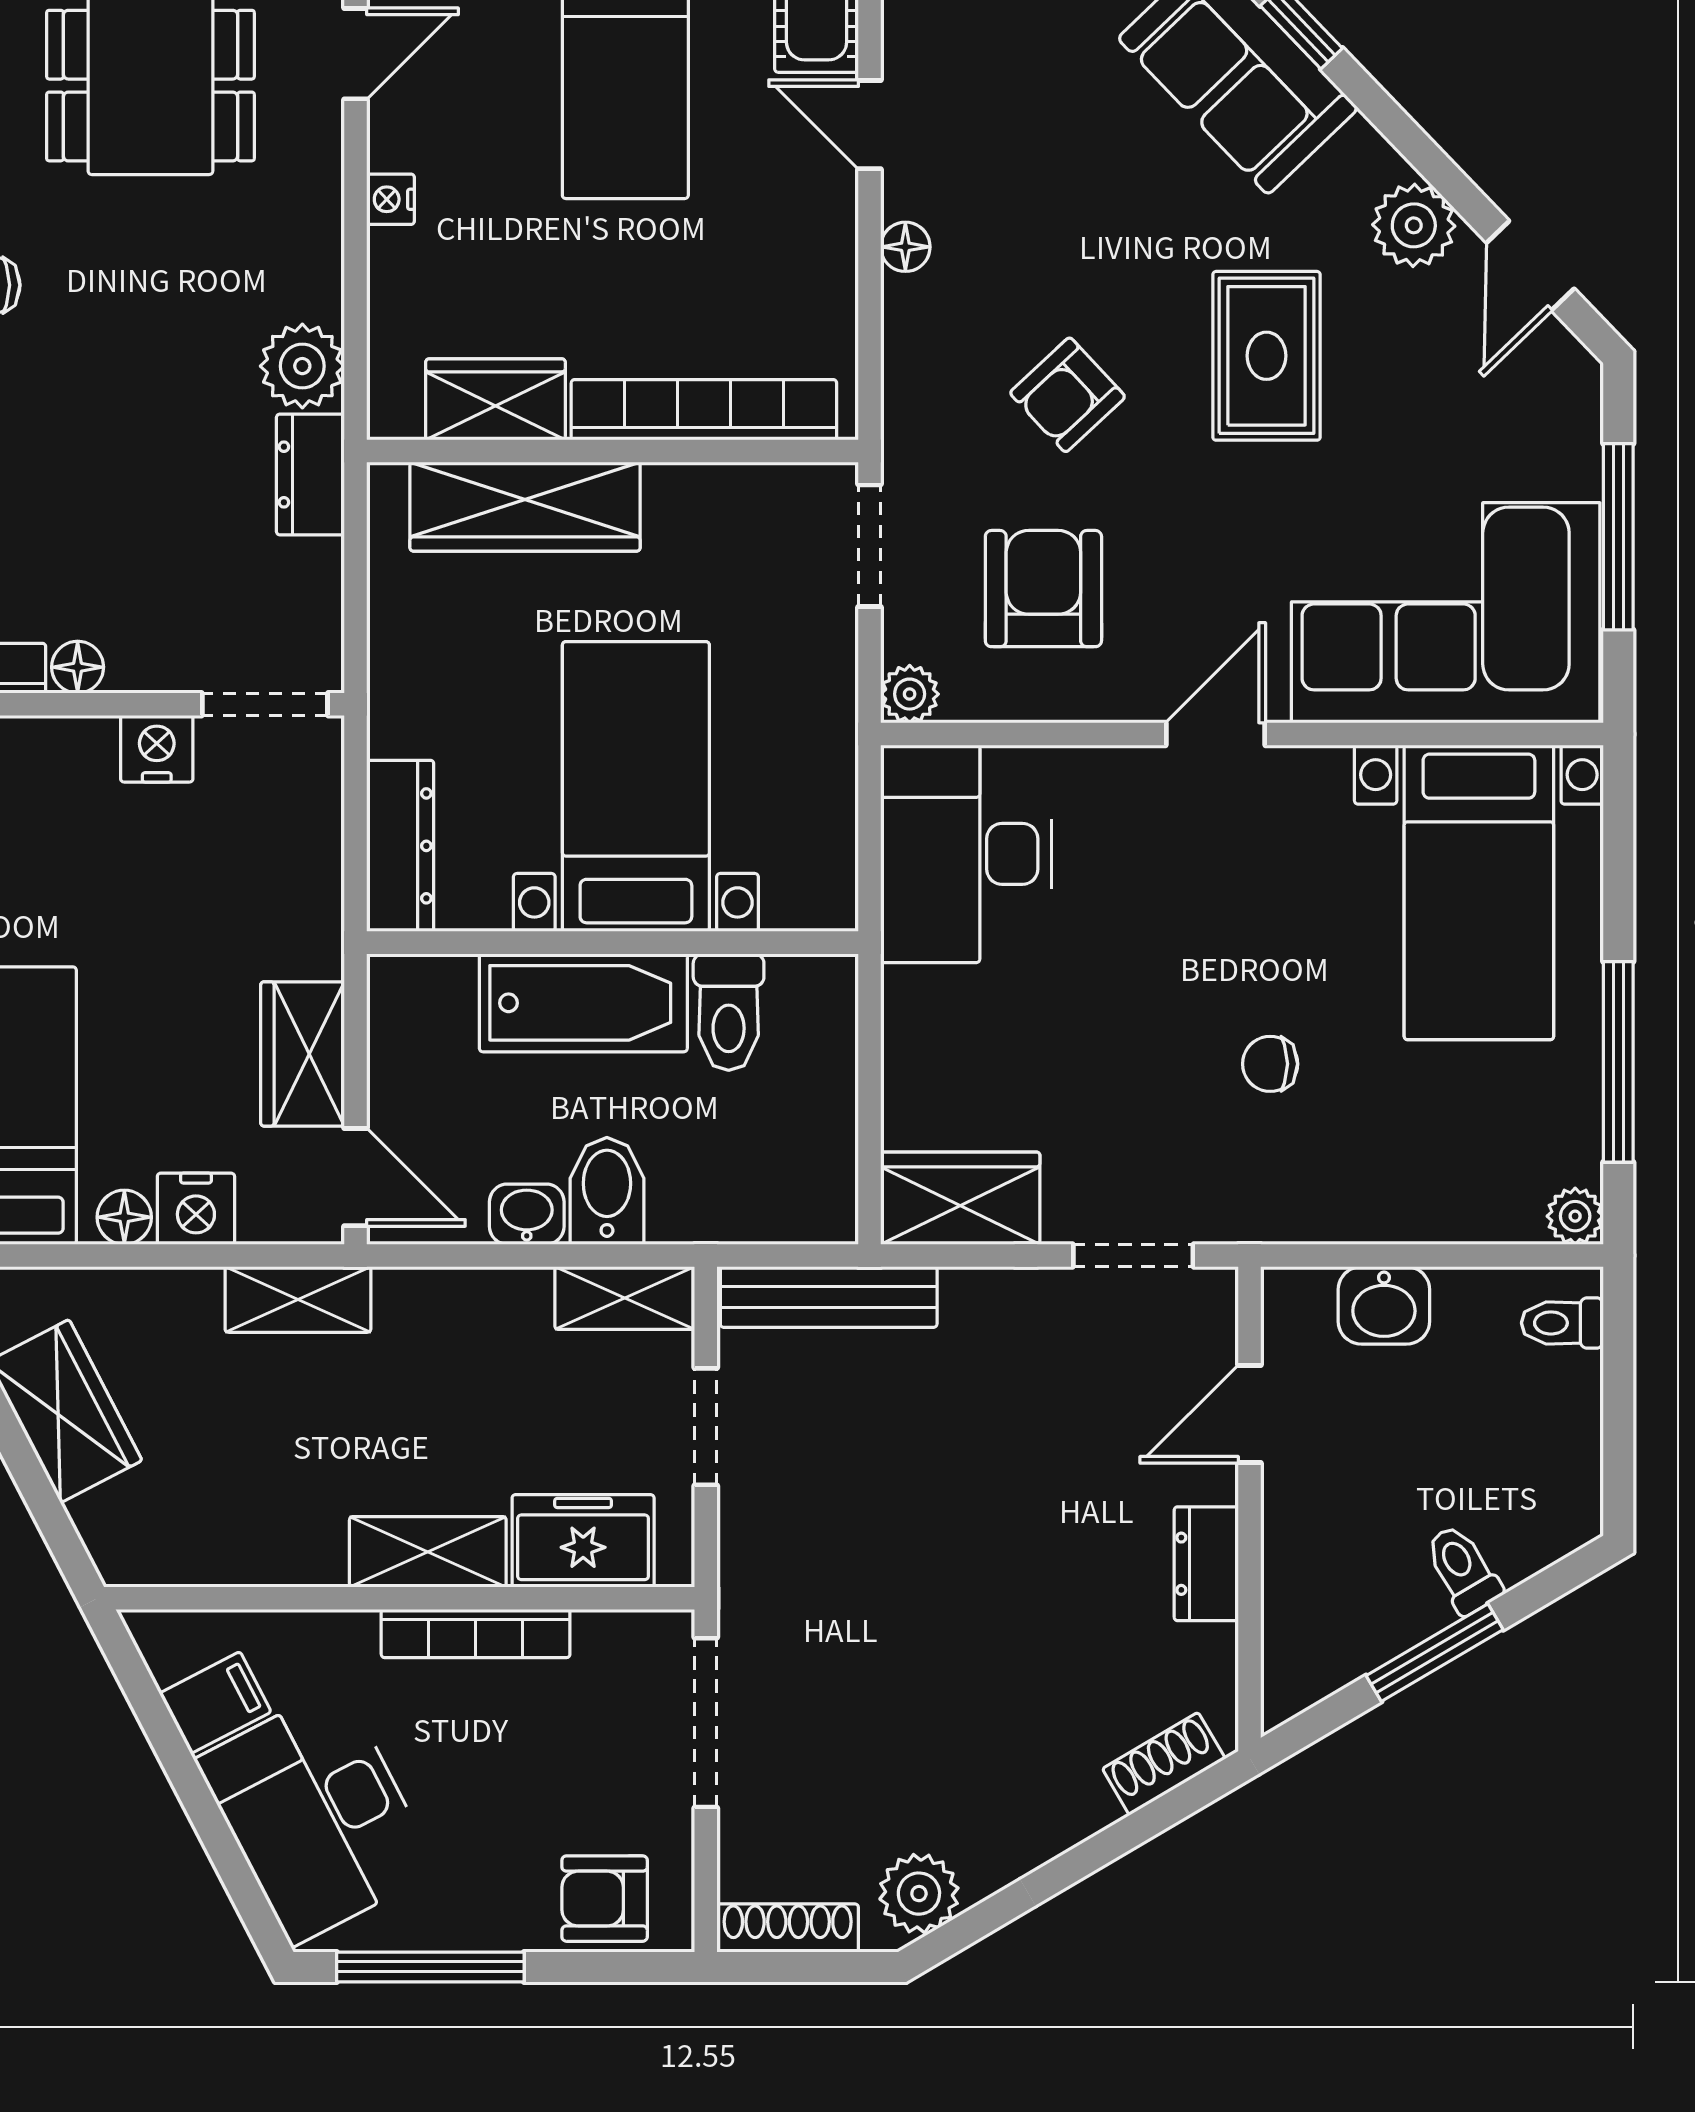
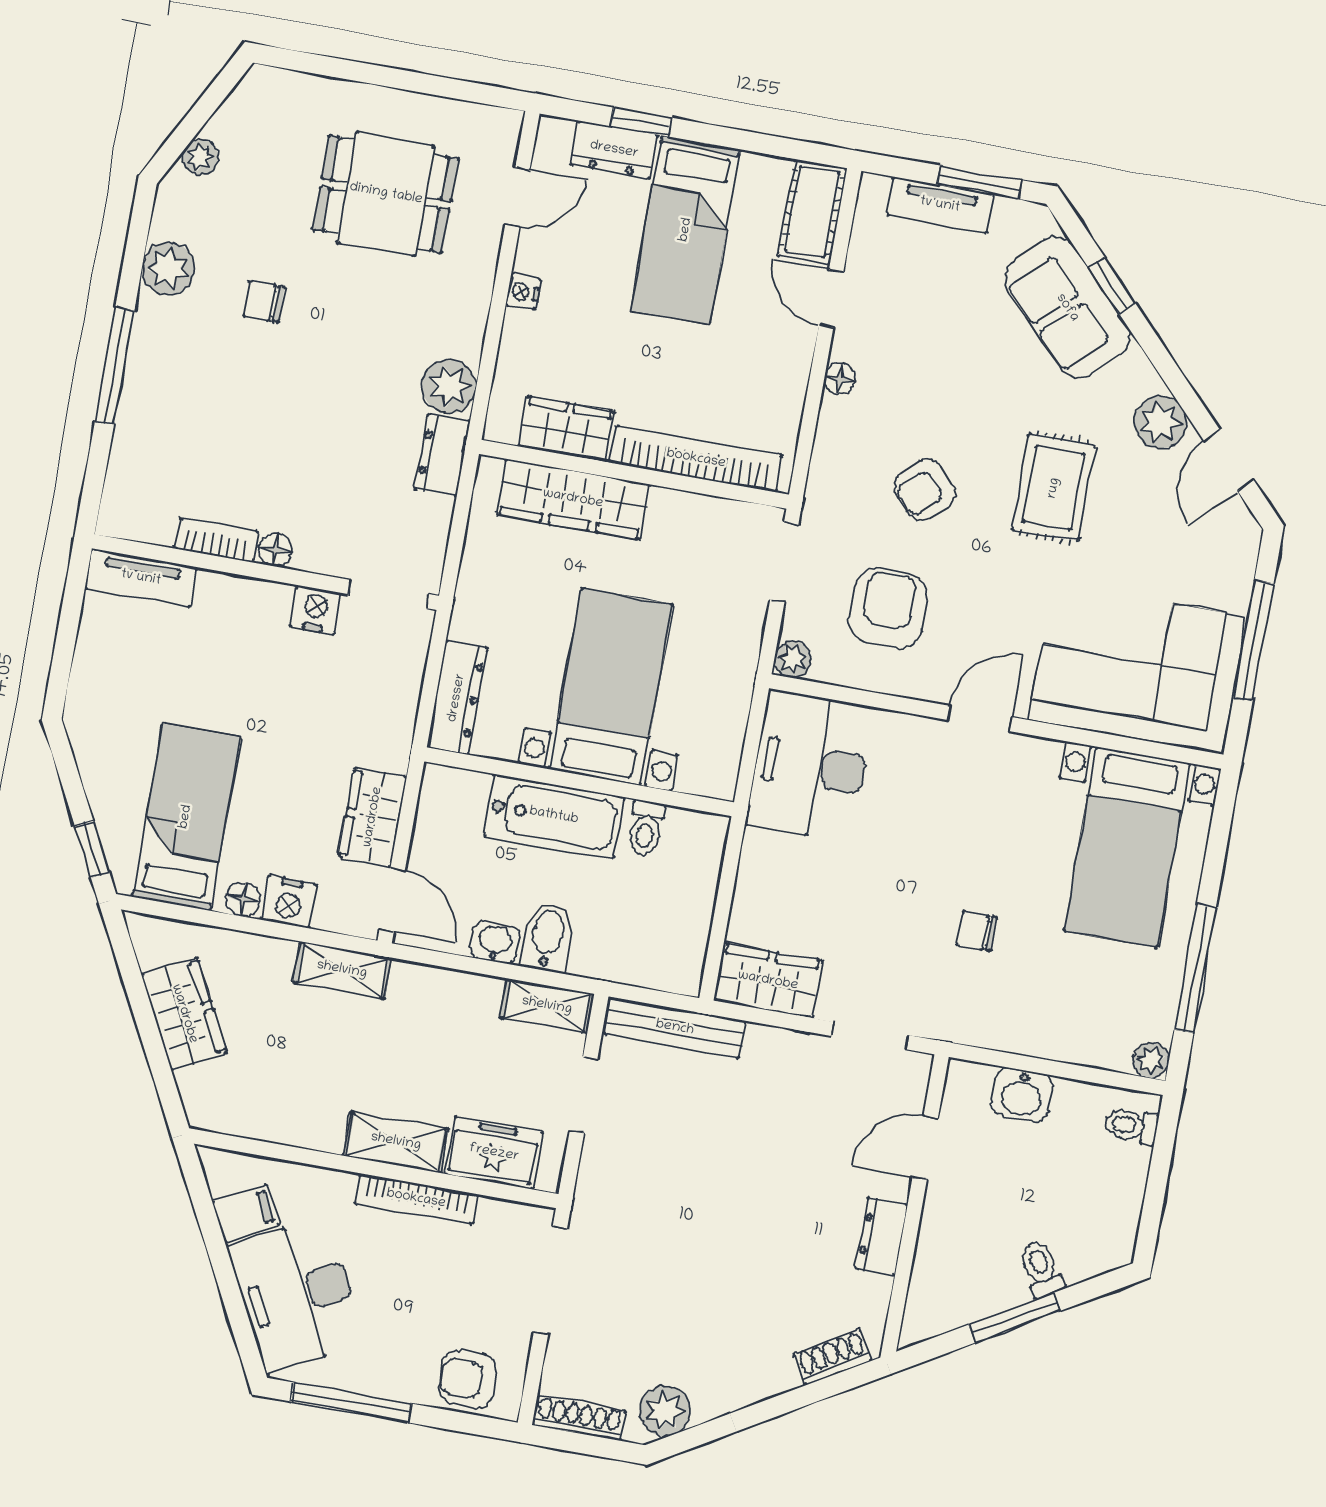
toilet: (729, 1012) -> (646, 828), width x0.73, depth x0.72

